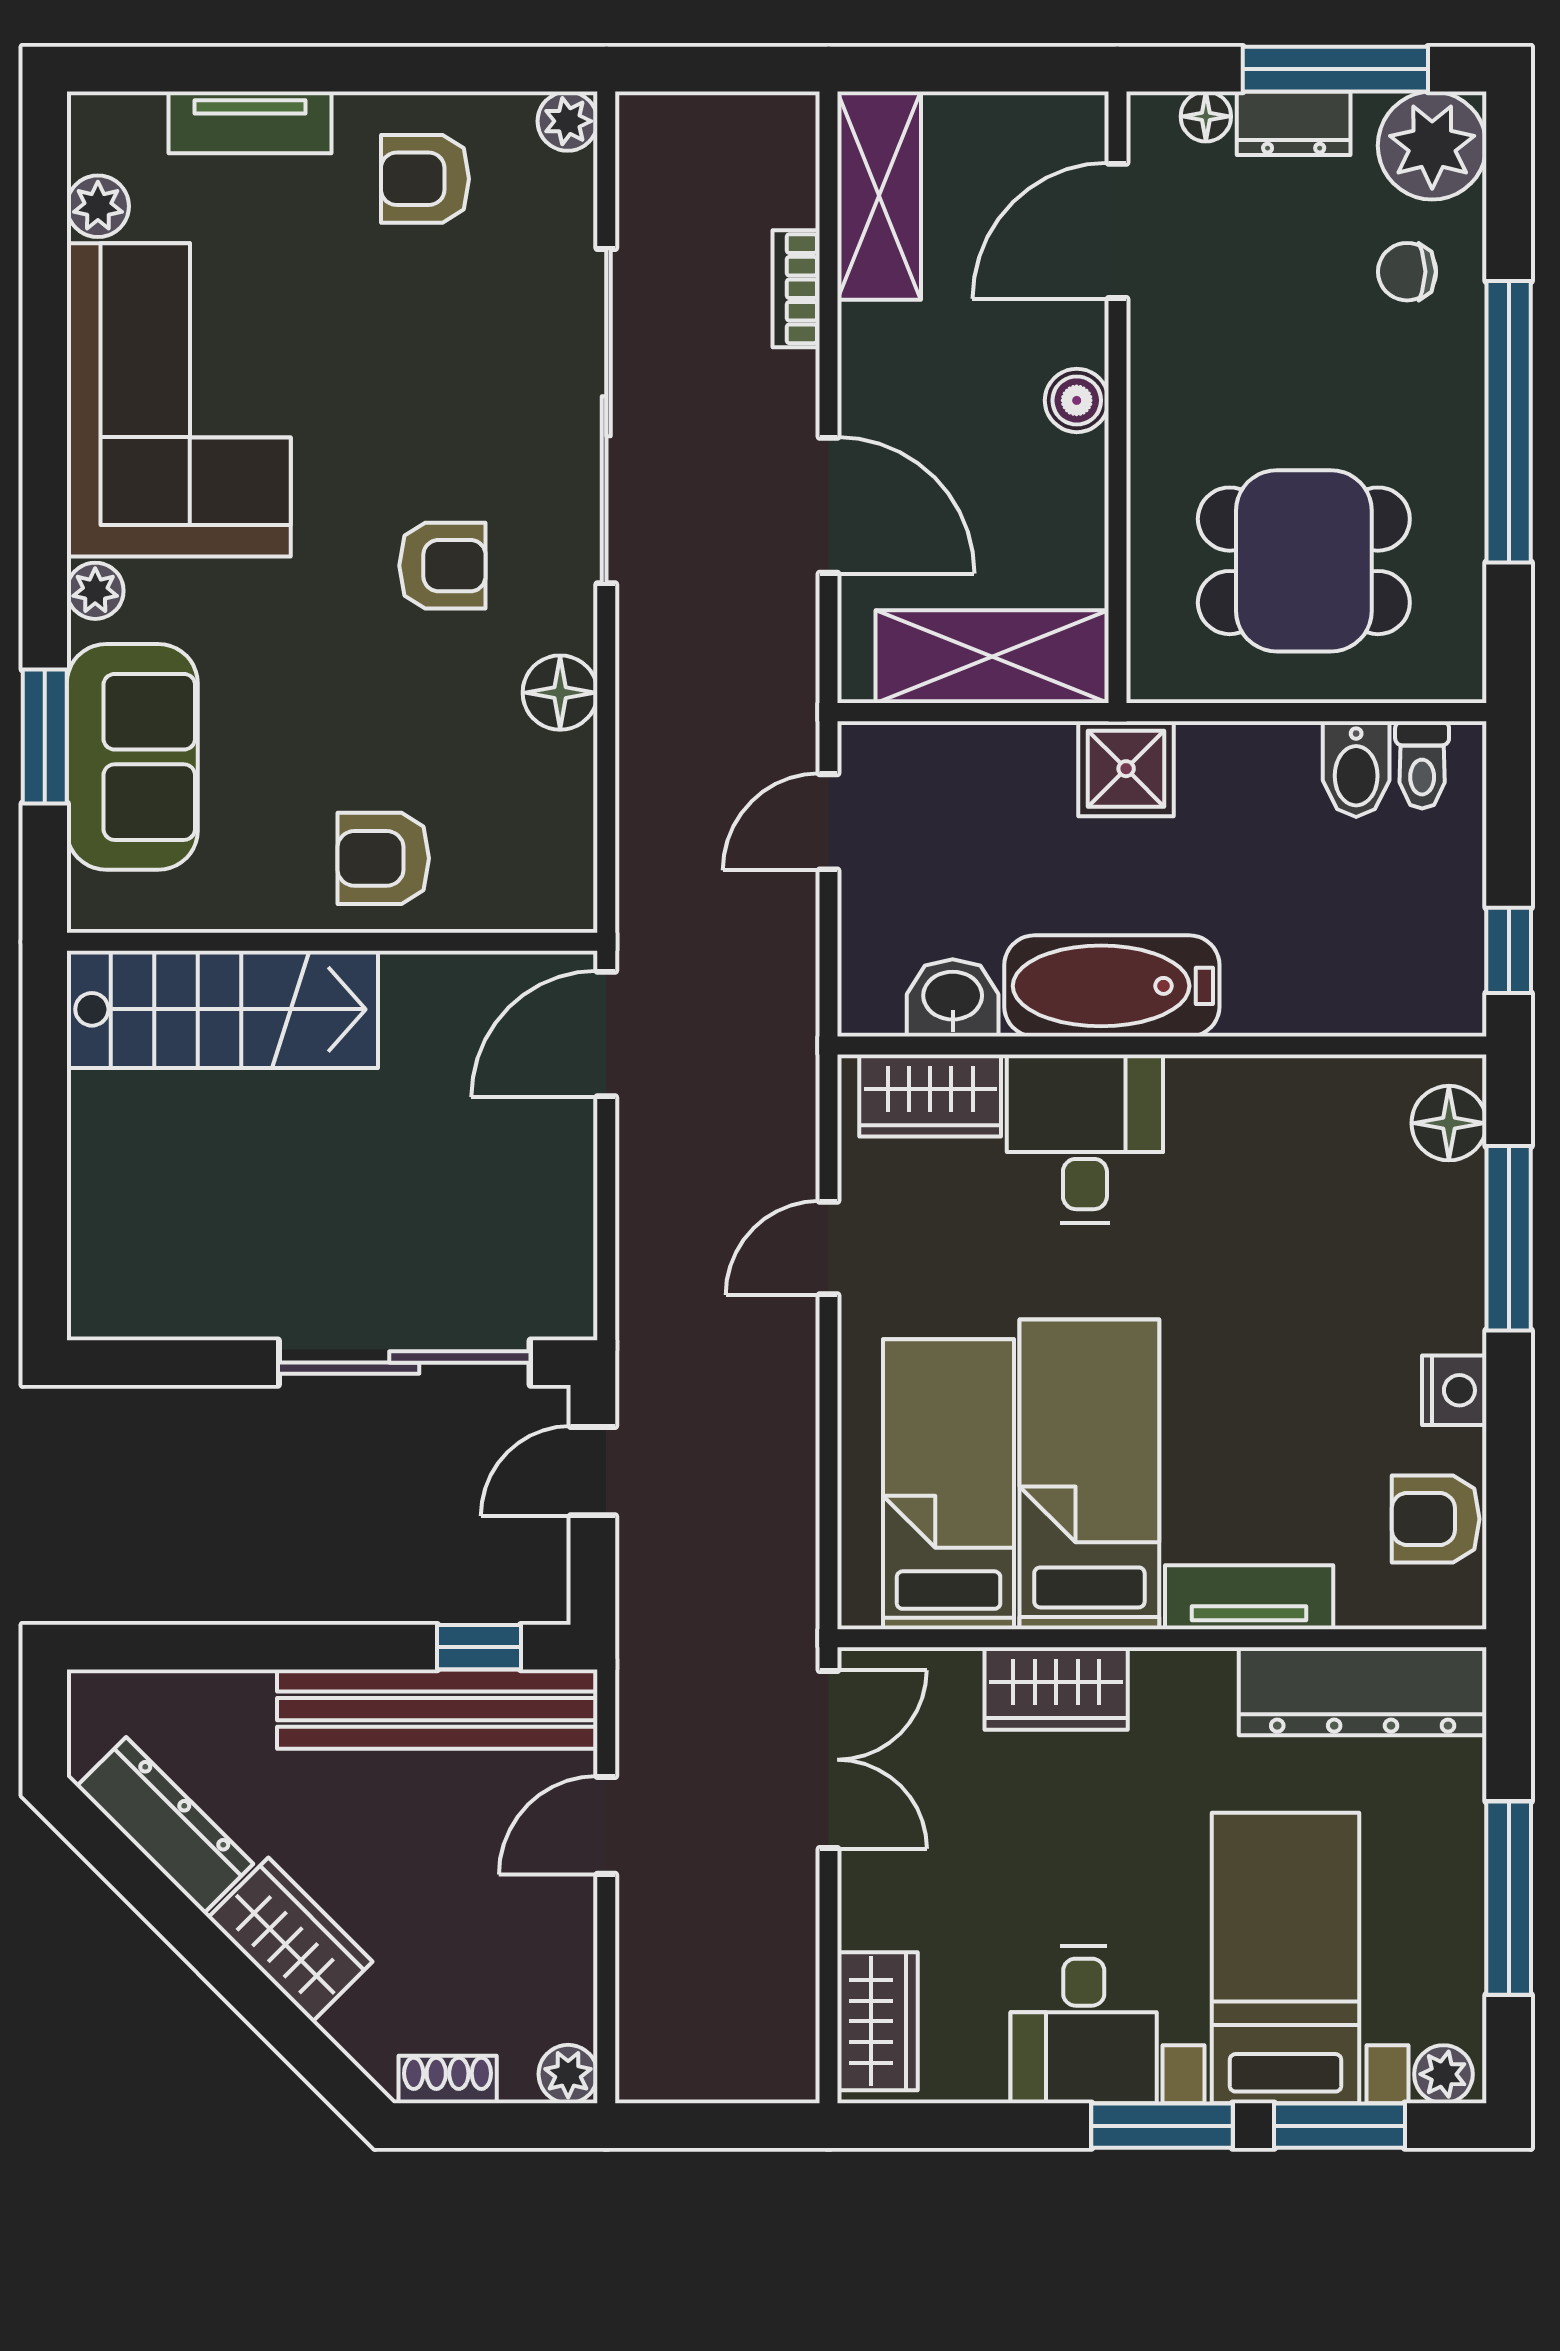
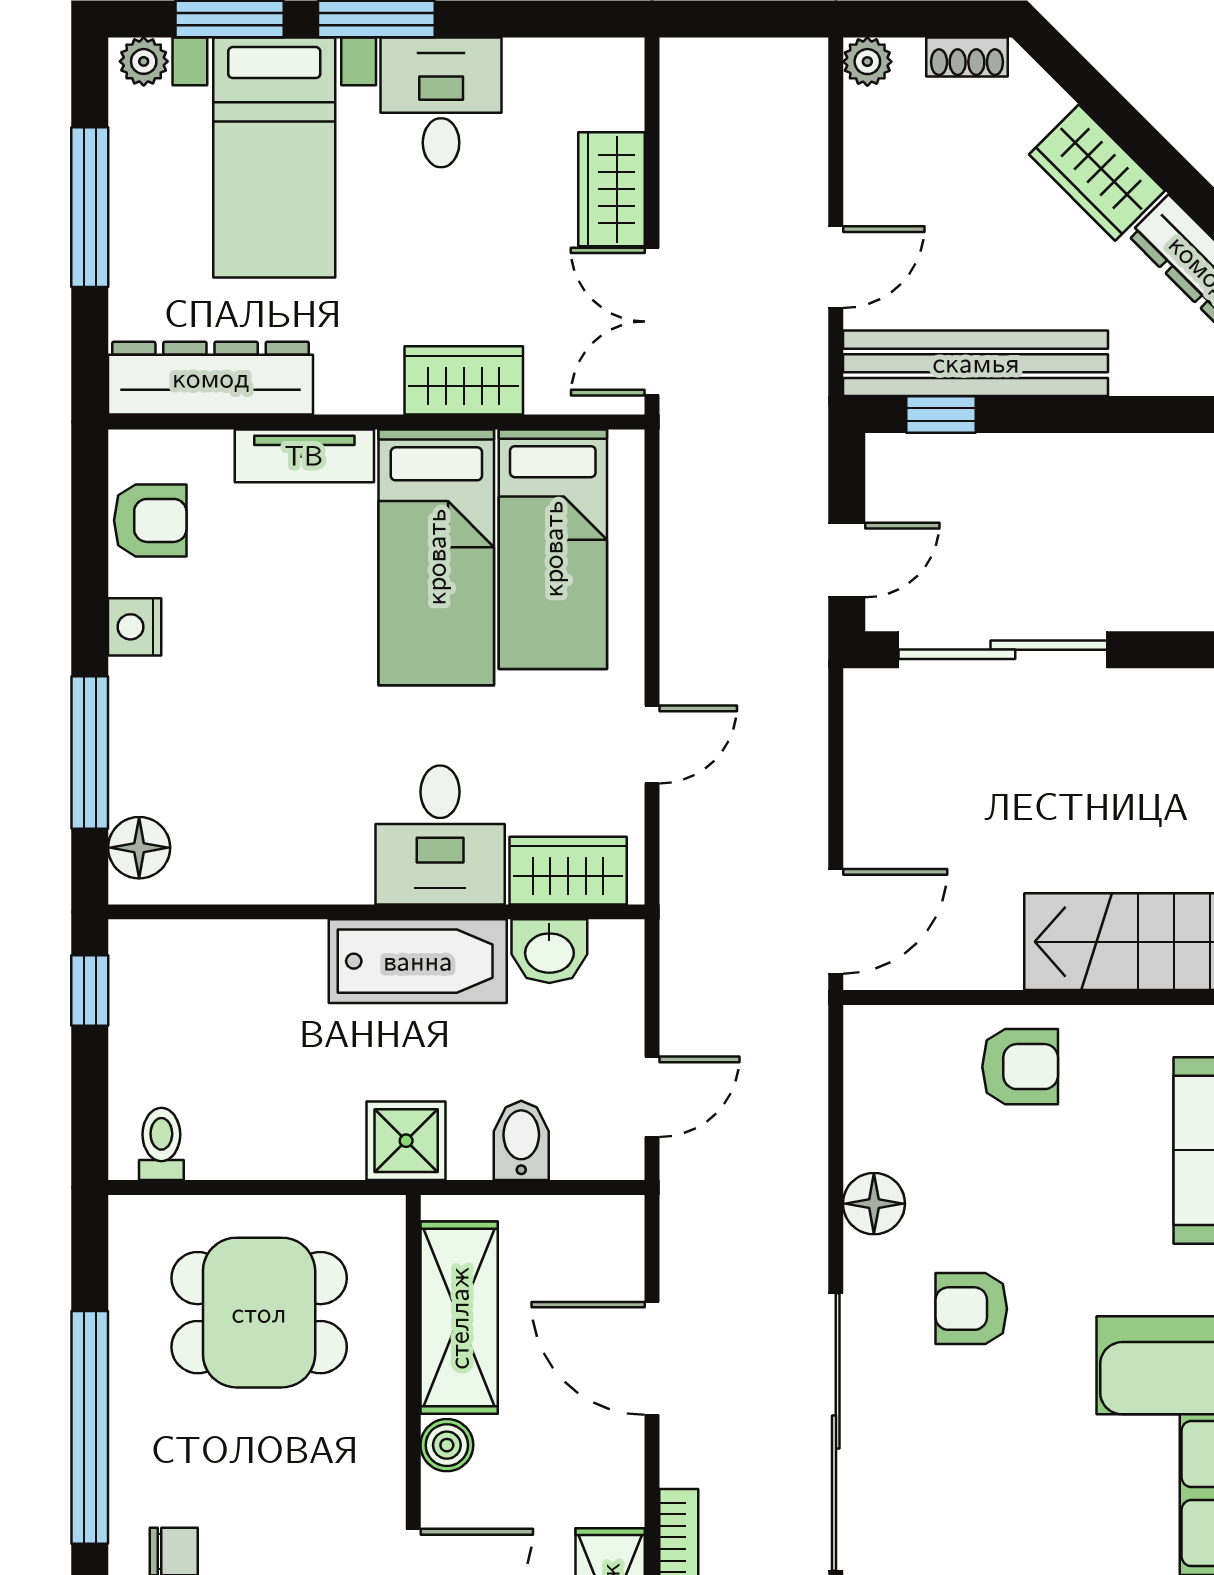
shelving: (992, 657) -> (459, 1318), moved, turned 90
bidet: (1356, 769) -> (521, 1140), moved
wardrobe: (877, 2021) -> (612, 189), moved

